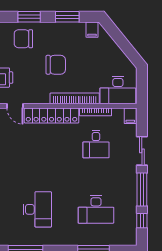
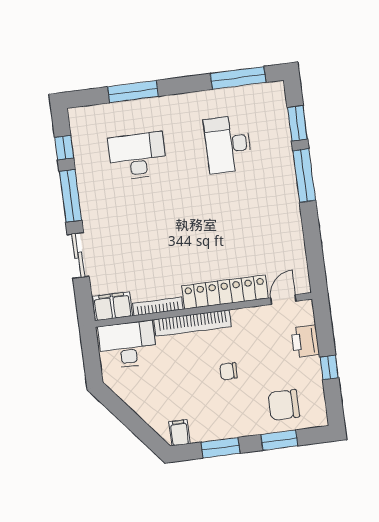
chair: (23, 39) -> (284, 405), turned 180
chair: (56, 65) -> (229, 371), width x0.54, depth x0.54
door: (15, 106) -> (283, 300), hinge flipped
filing cabinet: (130, 116) -> (112, 306), width x2.00
desk: (96, 144) -> (151, 257), removed

